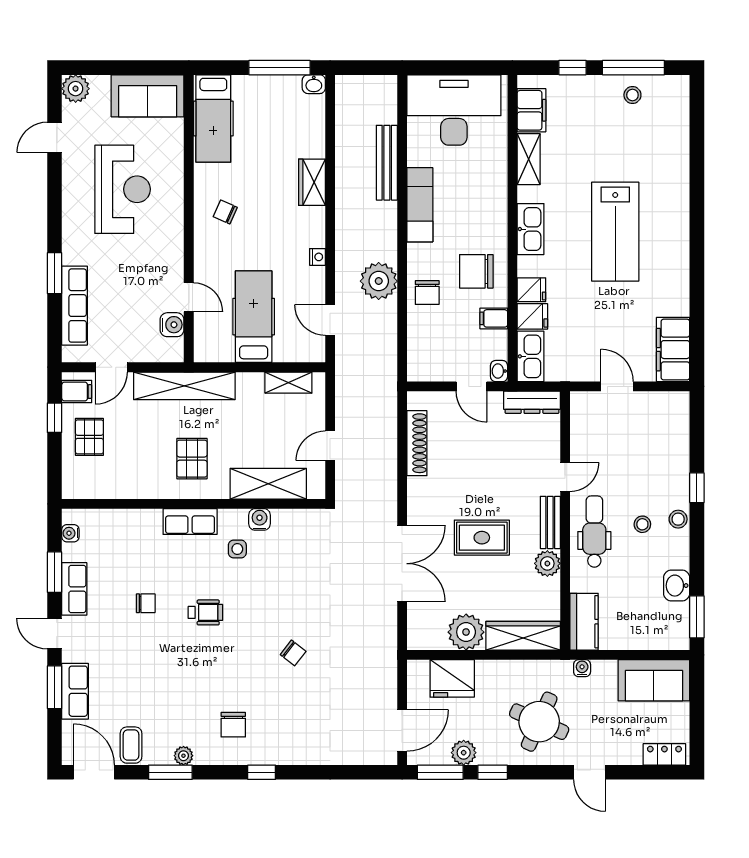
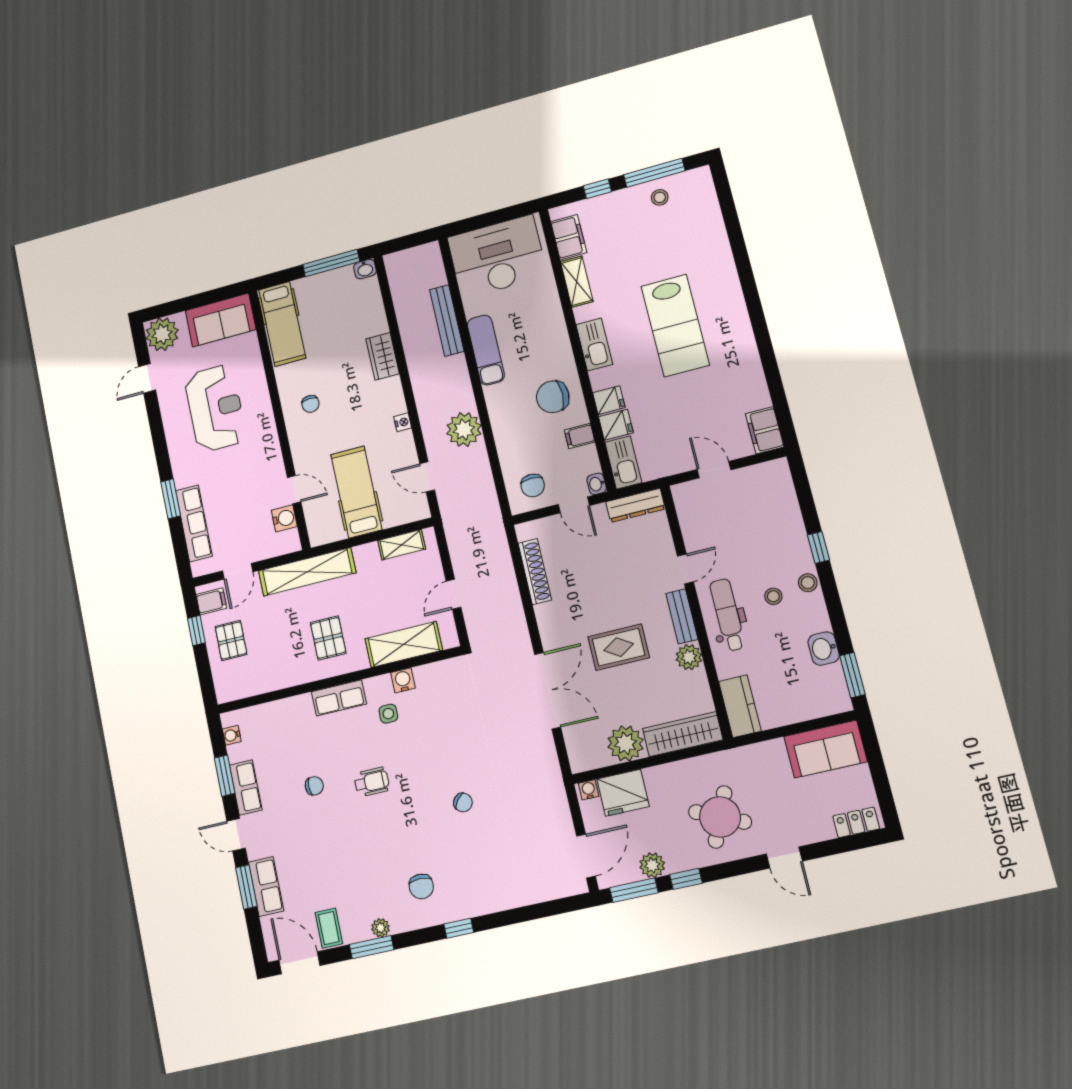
plant: (76, 89) -> (162, 334), width x1.36, depth x1.36
chair: (225, 212) -> (310, 404), turned -117
chair: (427, 293) -> (533, 485), moved
filing cabinet: (673, 350) -> (765, 430), width x0.67, depth x0.86
water cooler: (582, 668) -> (589, 790), moved

